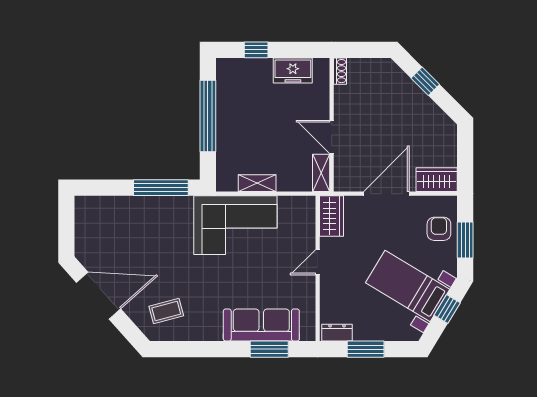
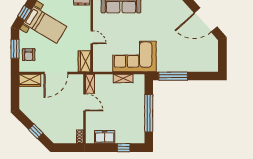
door: (318, 262) -> (92, 37), hinge flipped
coffee table: (166, 311) -> (170, 12), removed

